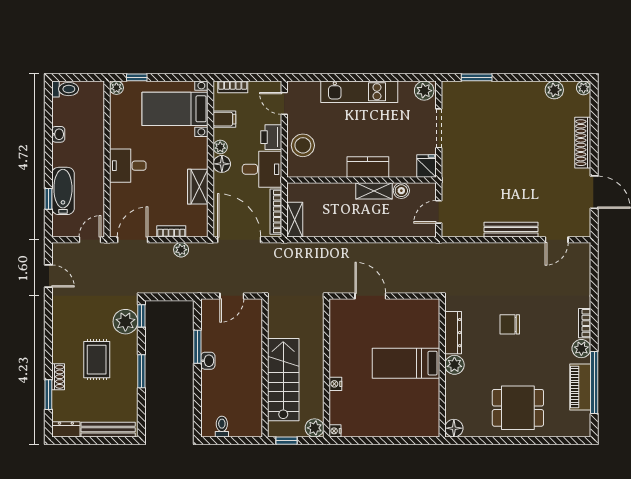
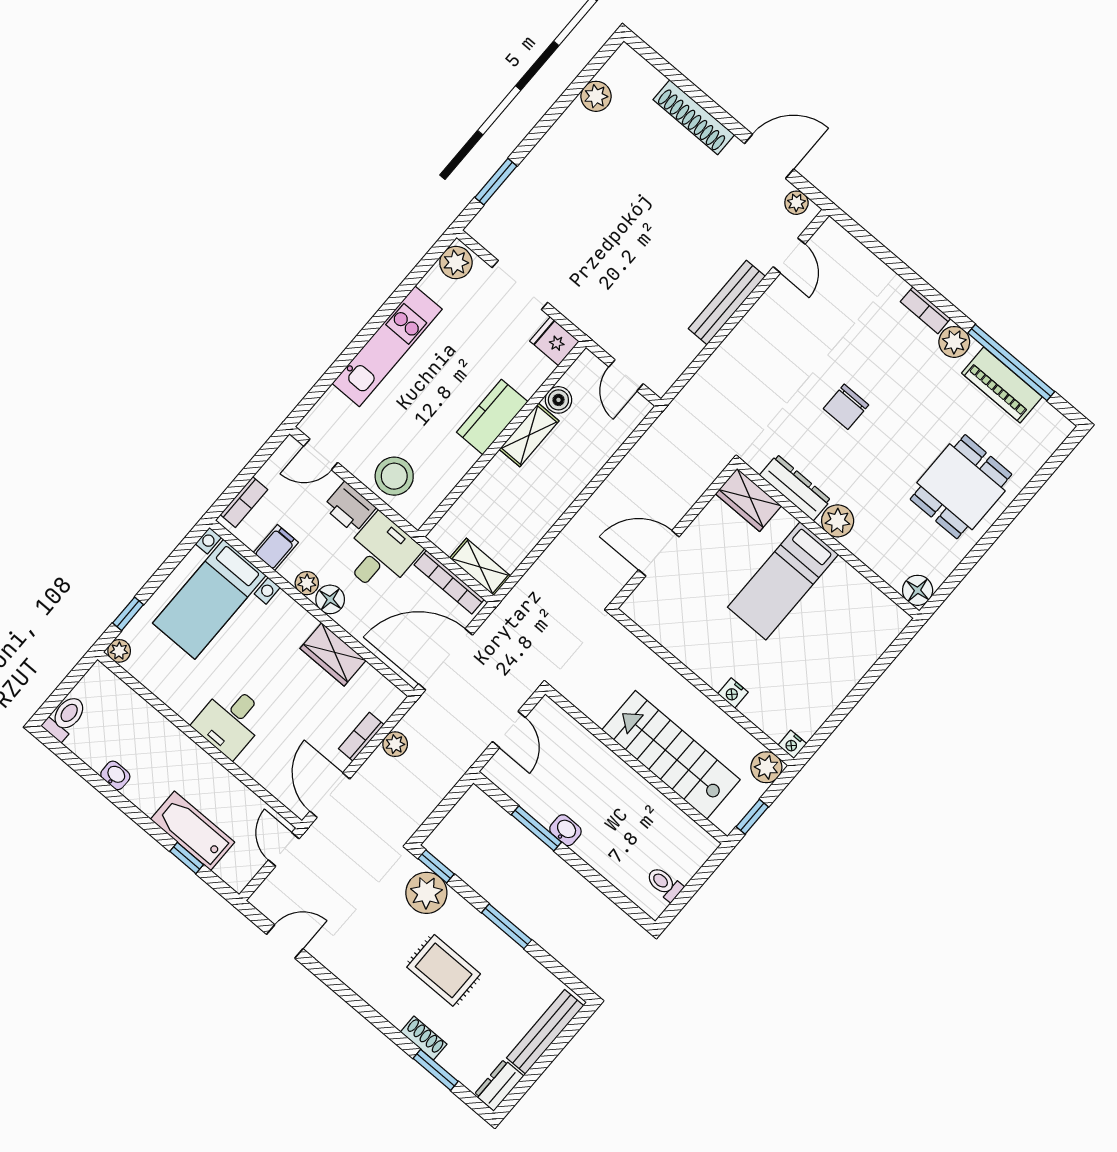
plant: (584, 88) -> (796, 203), moved
wardrobe: (429, 316) -> (748, 500), added

